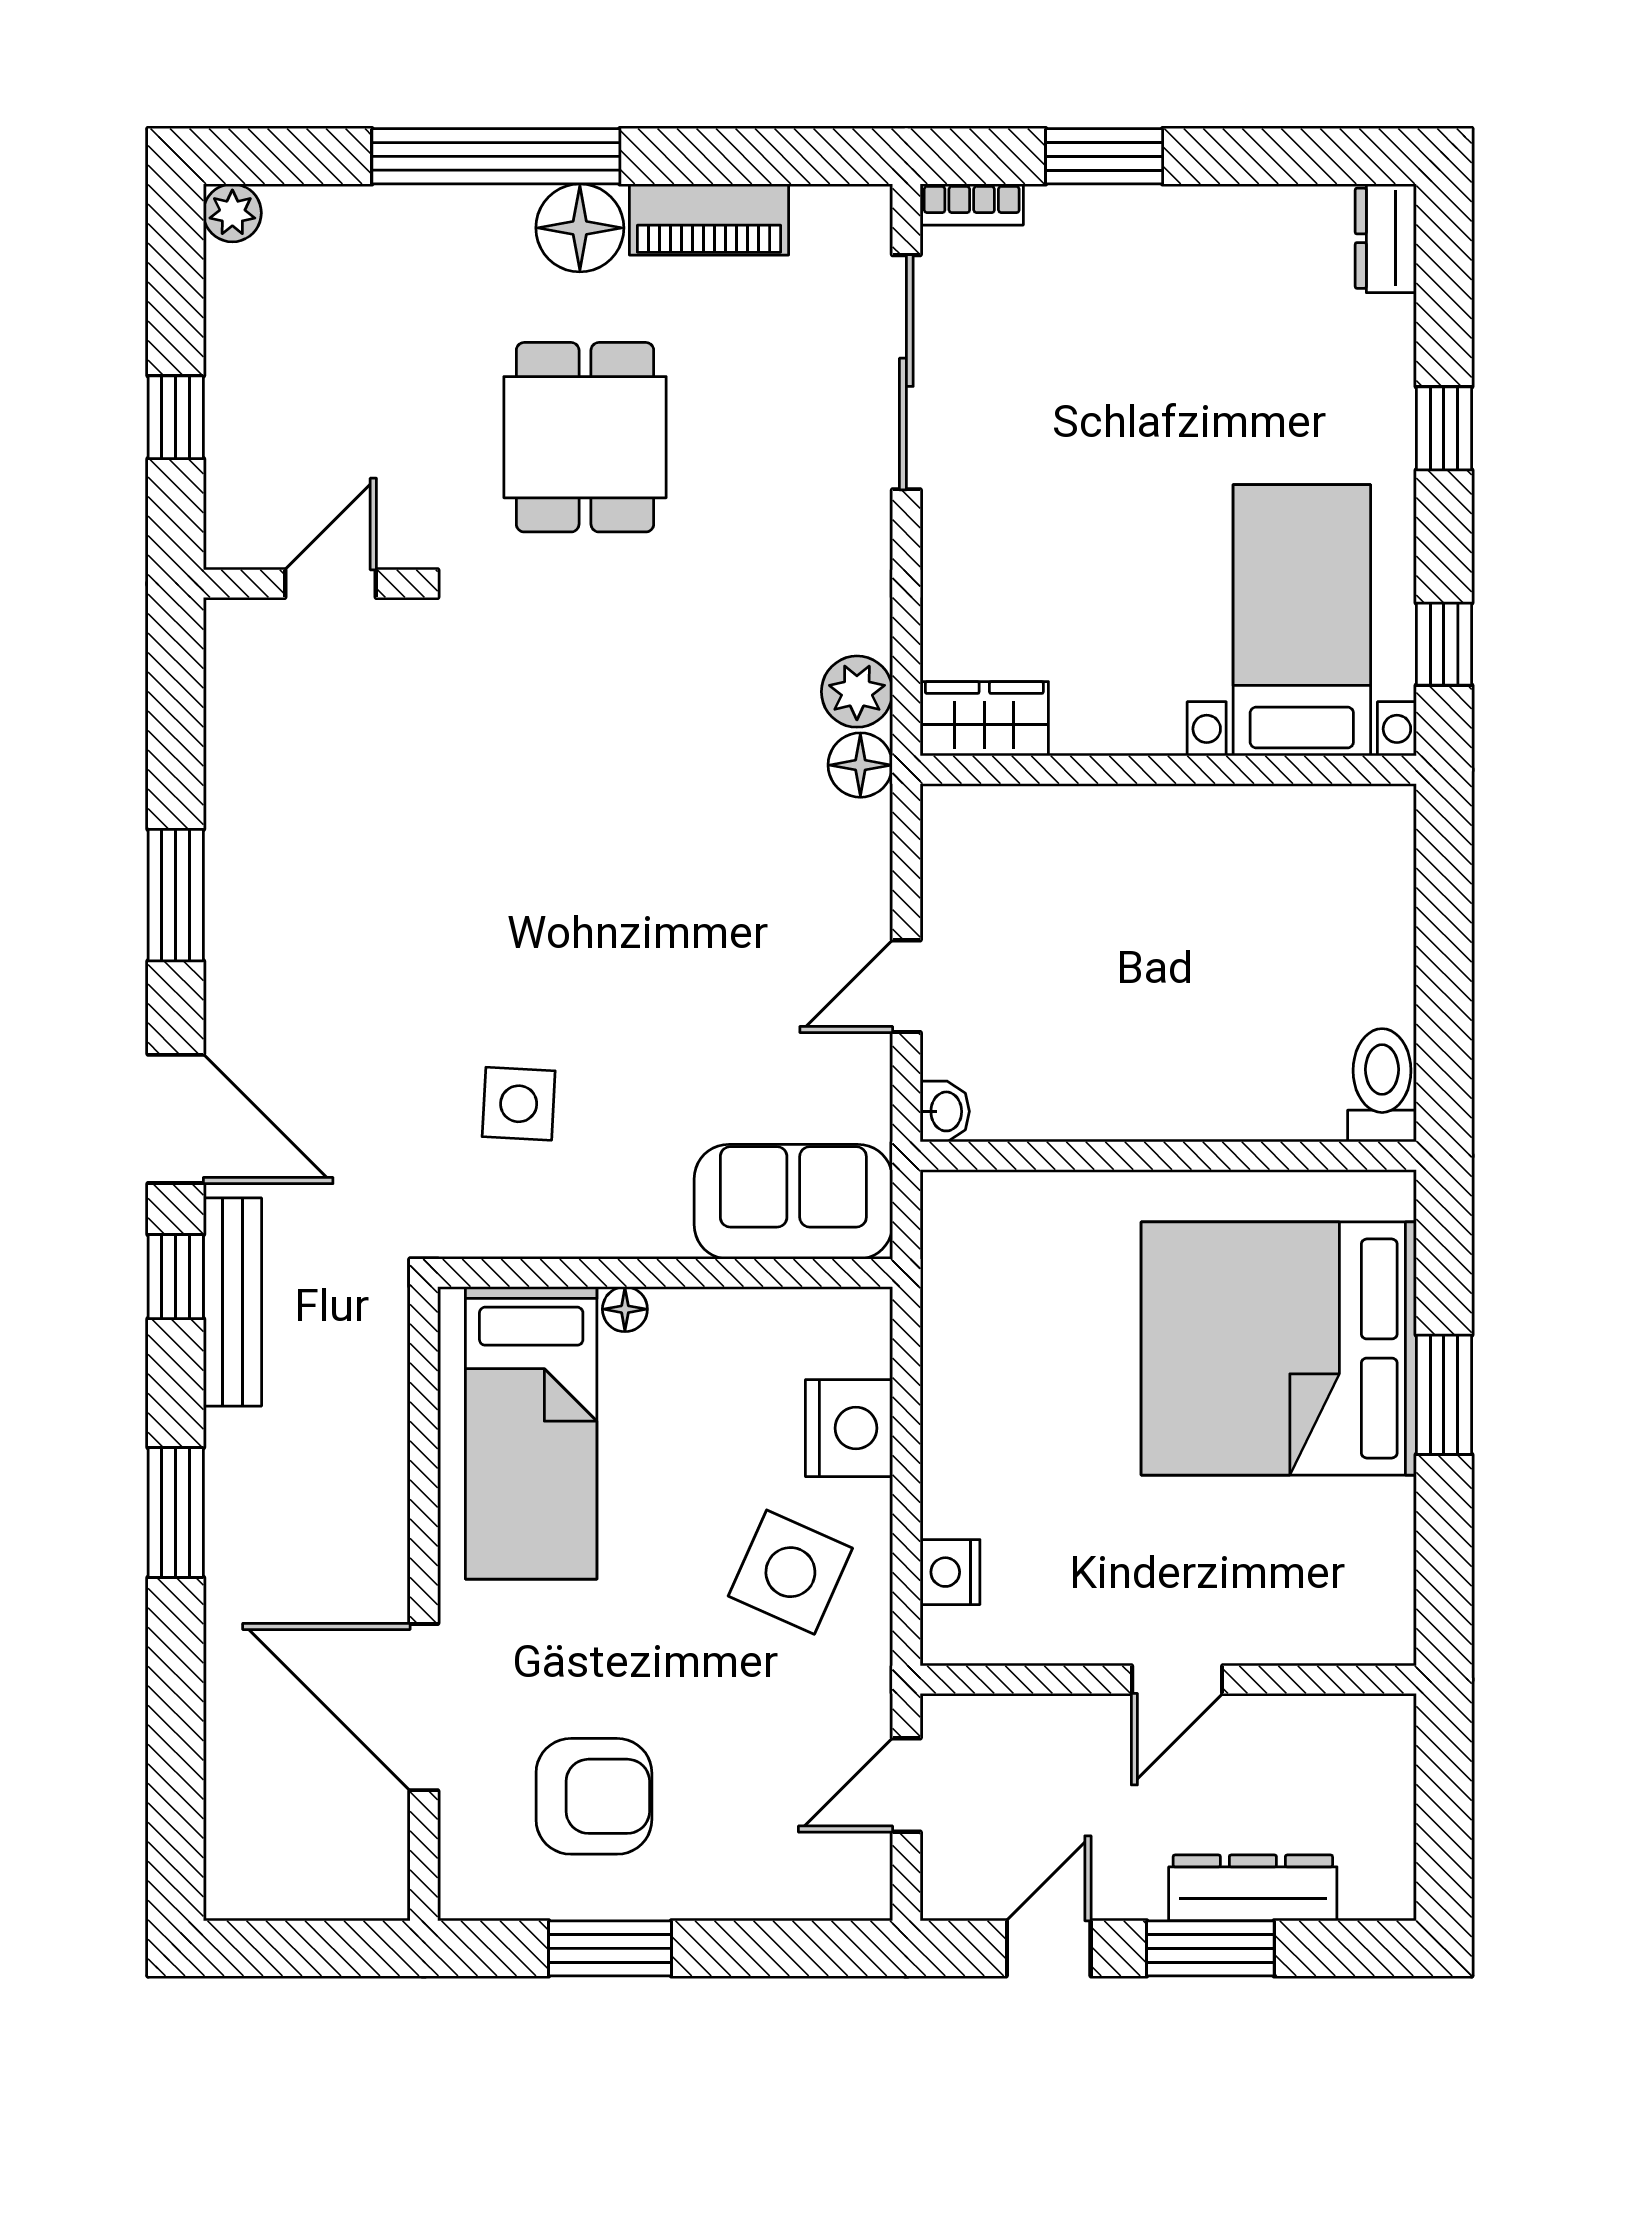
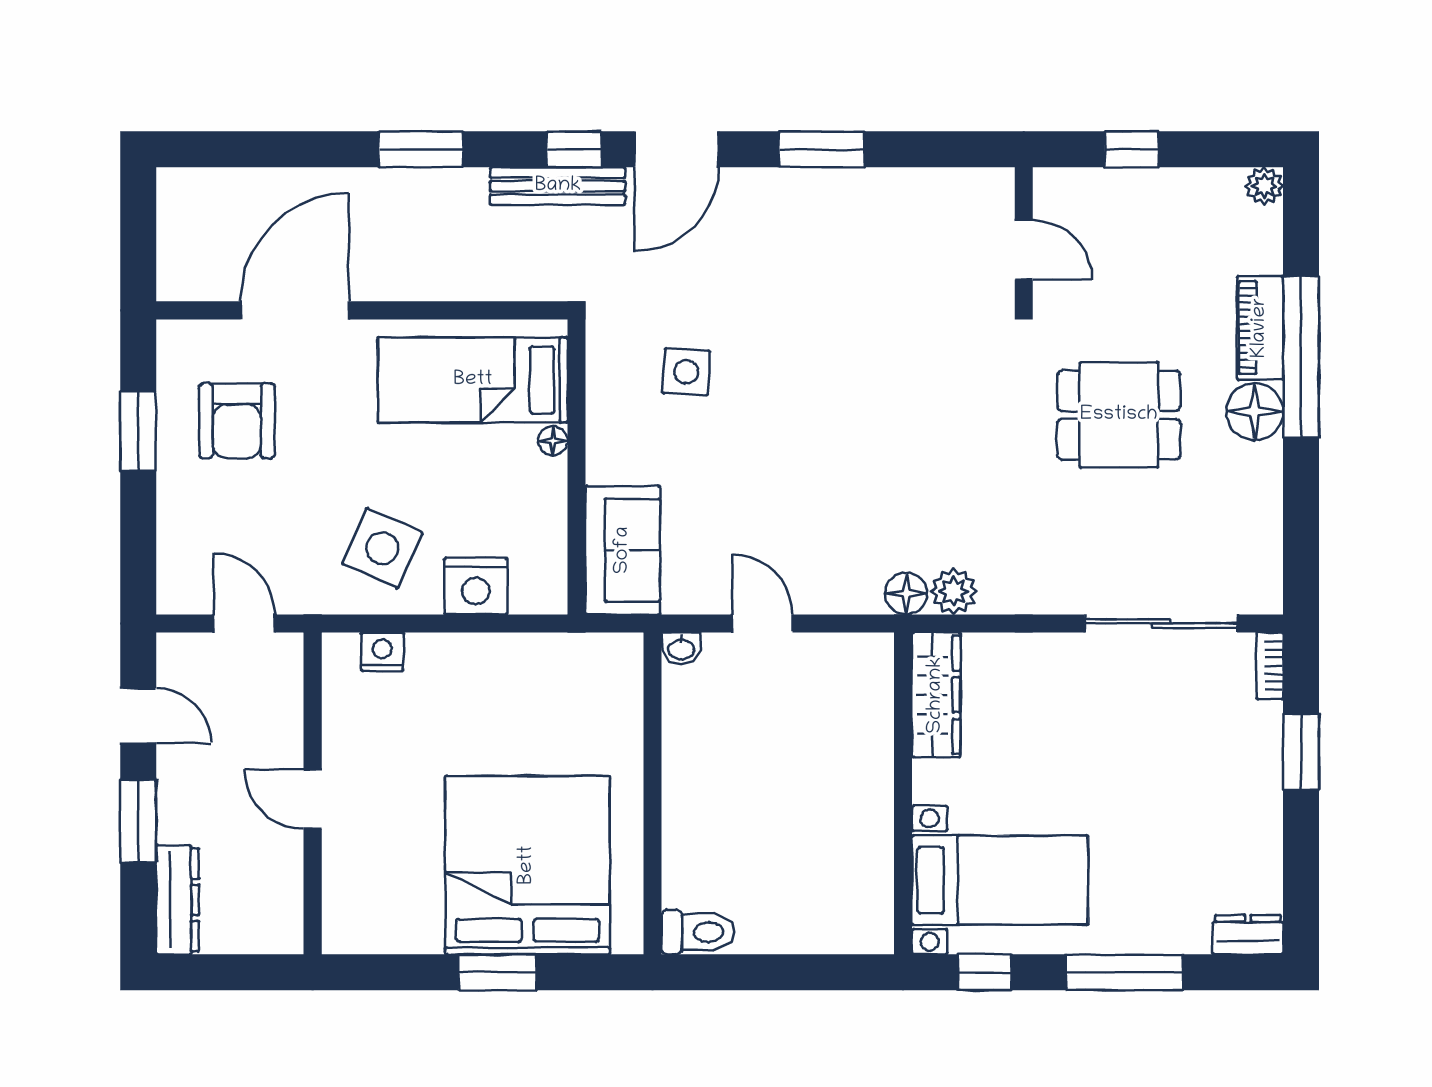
piano: (709, 219) -> (1260, 328), moved
window: (1444, 428) -> (1125, 972), width x2.17
wardrobe: (984, 719) -> (936, 695), width x1.50
dresser: (1253, 1888) -> (177, 900), moved

